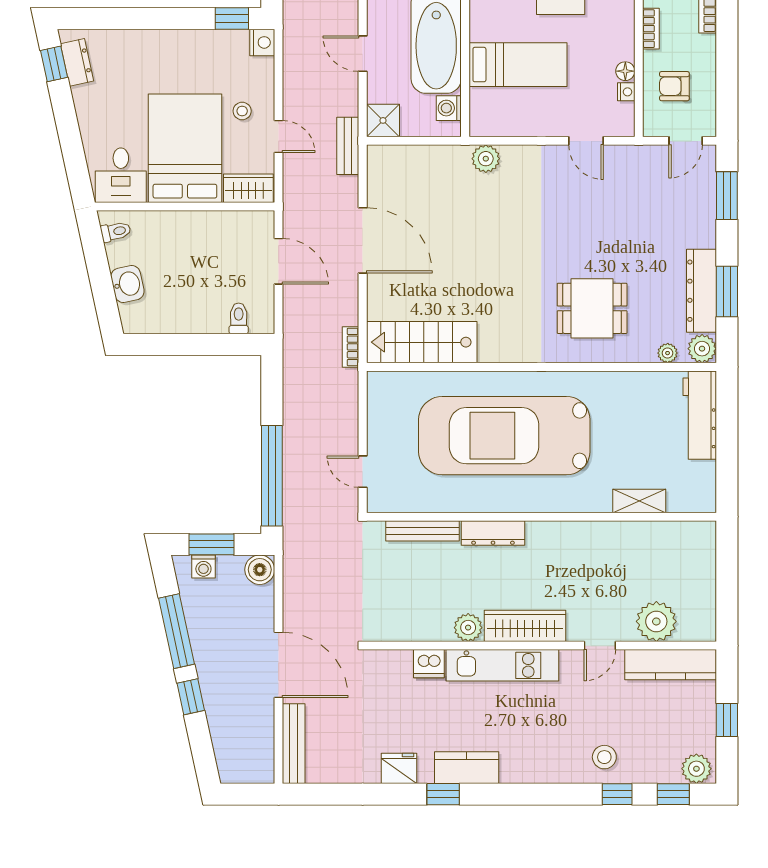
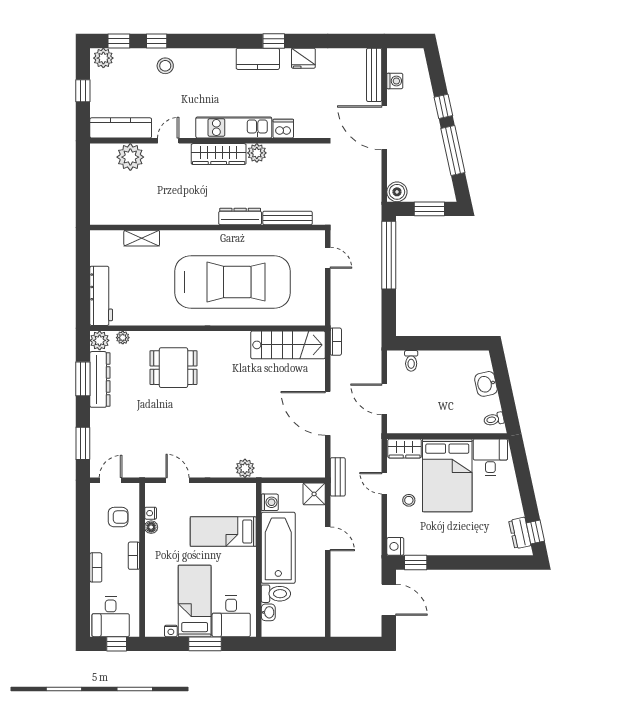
washing machine: (203, 567) -> (395, 81), moved, turned 90

